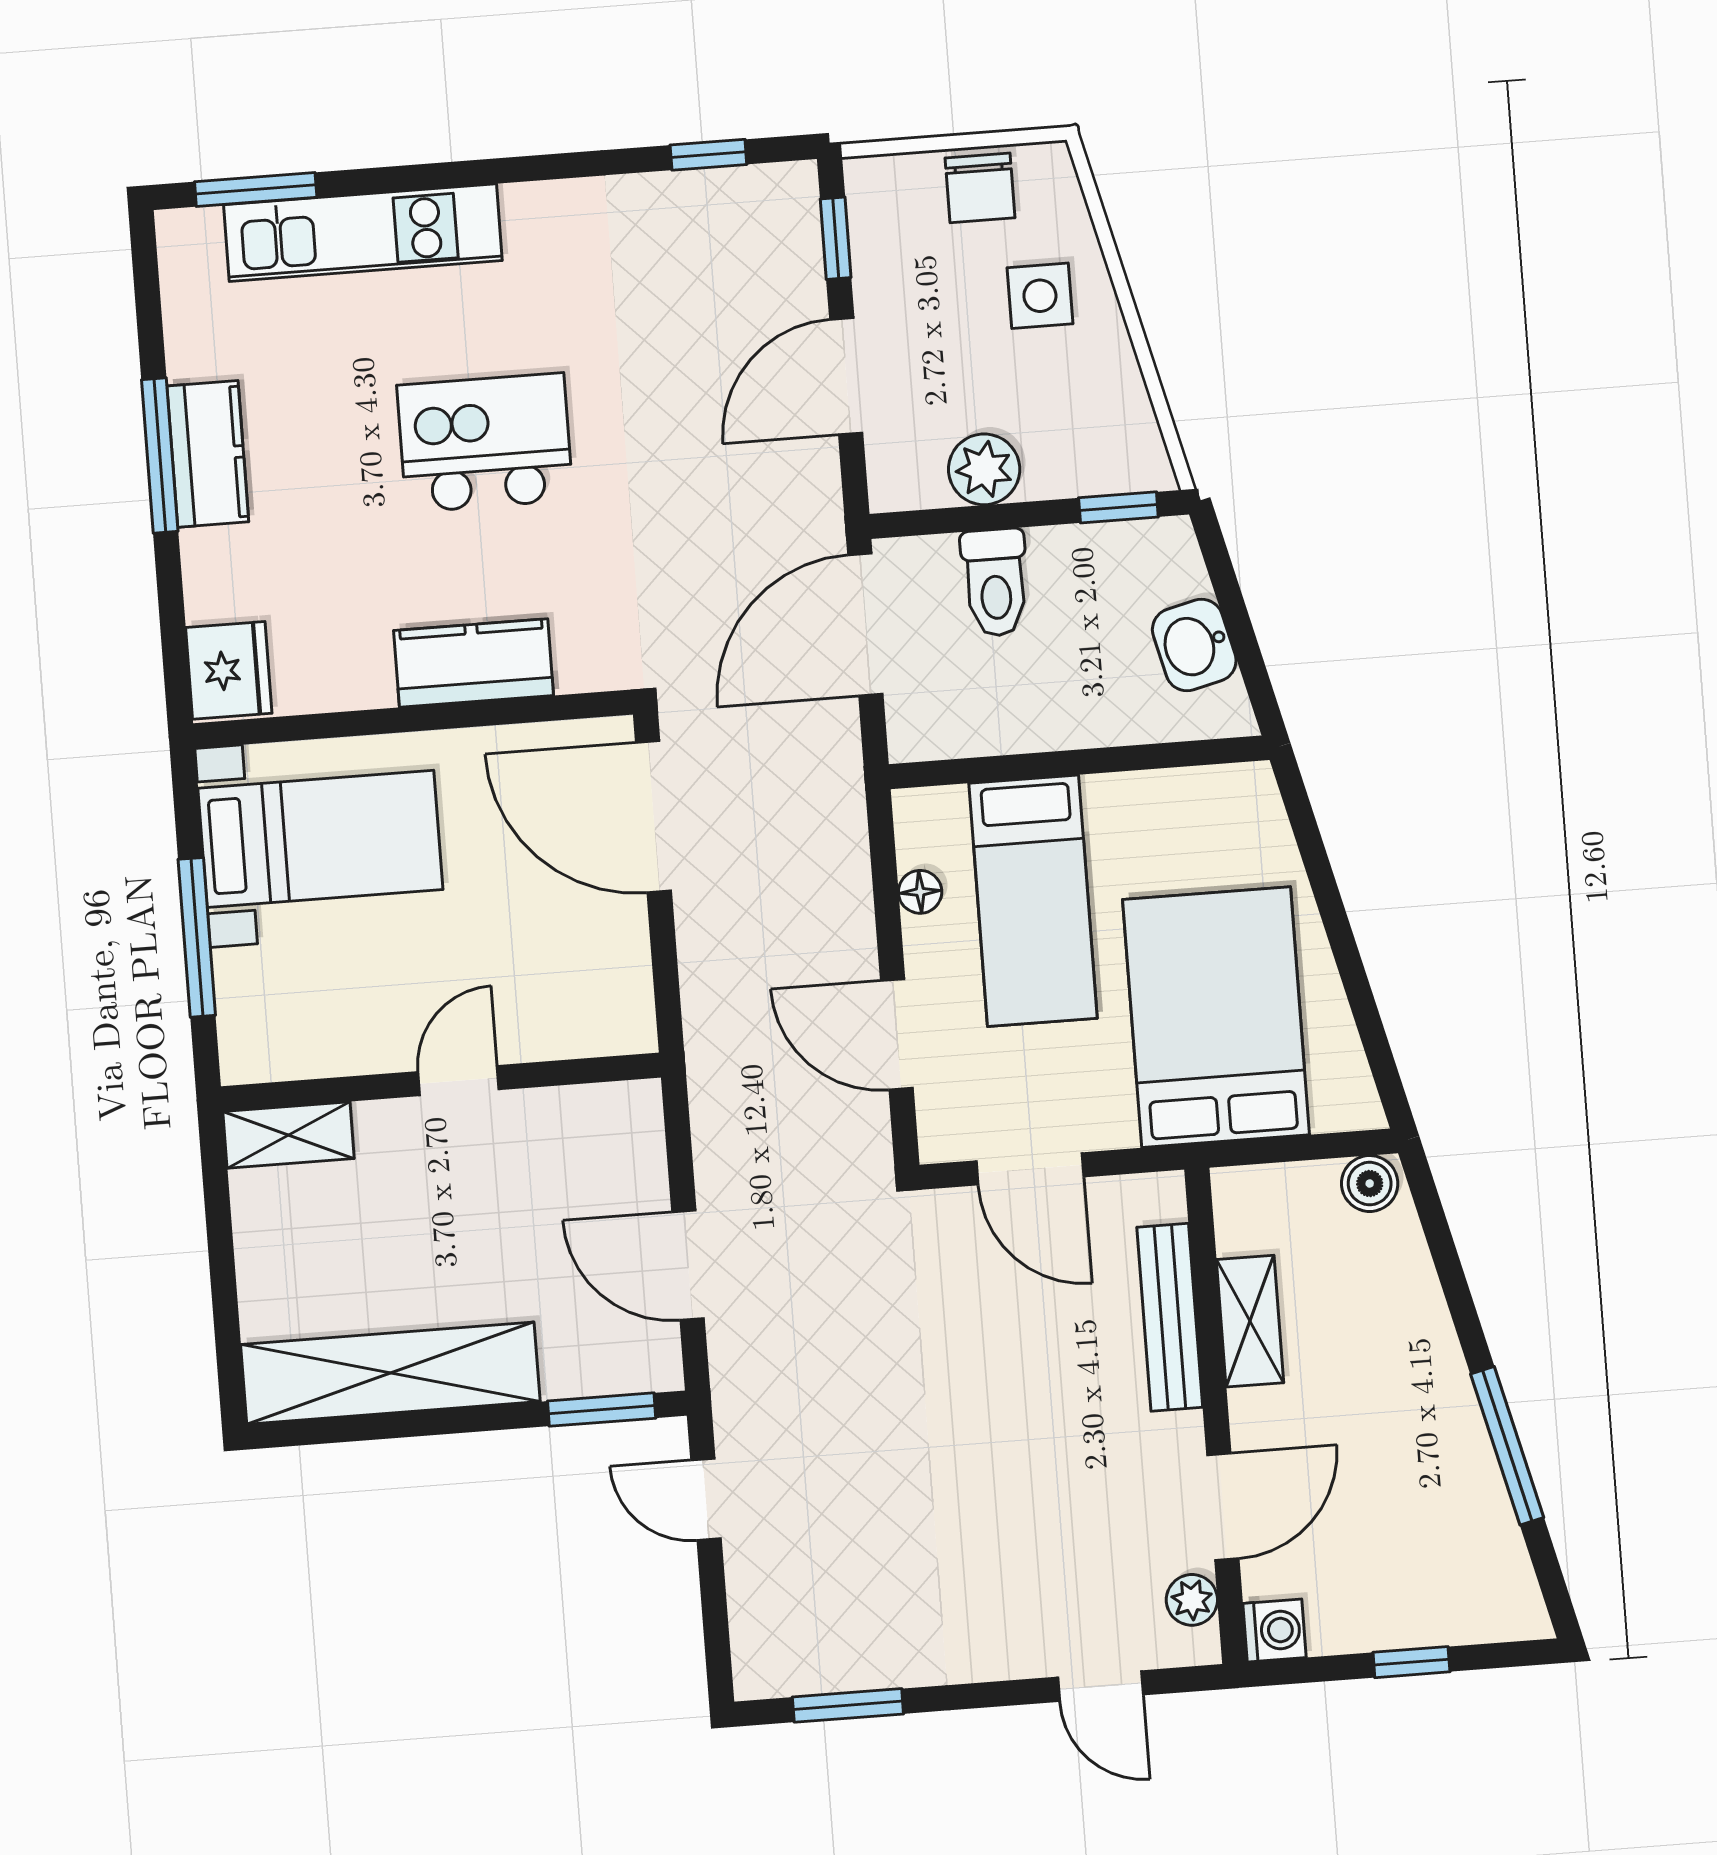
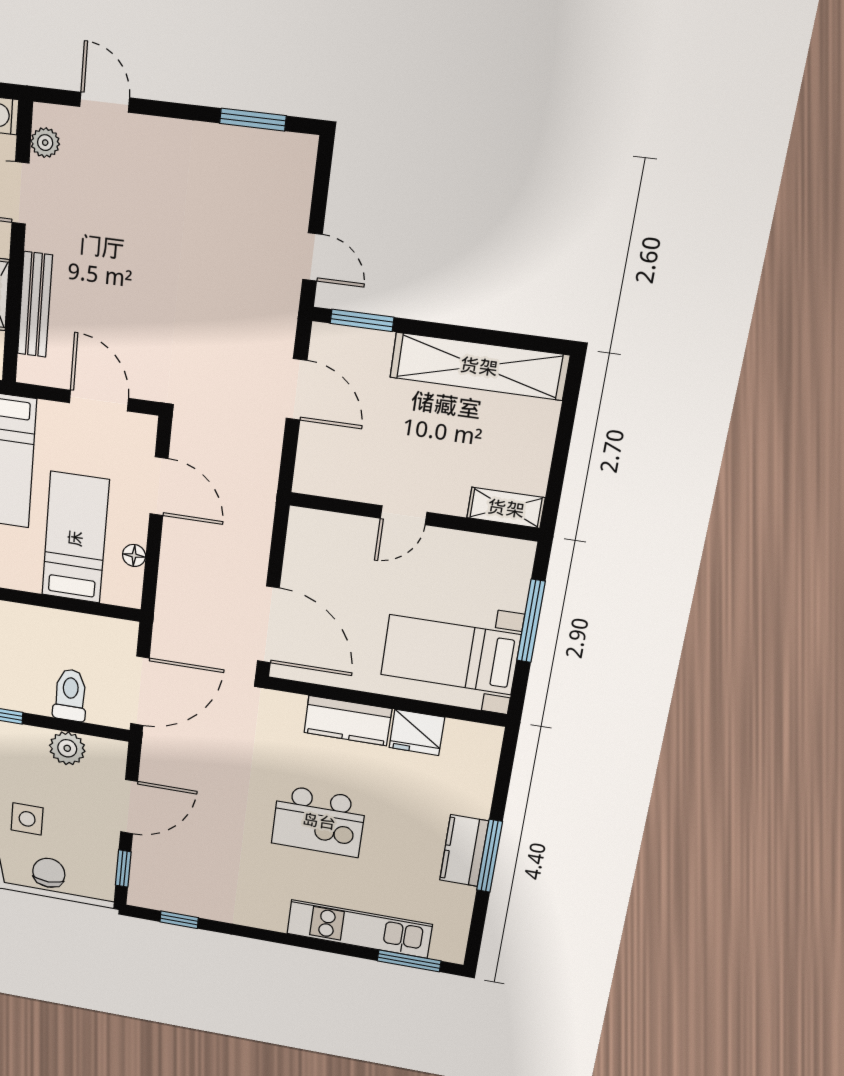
fridge: (229, 670) -> (417, 732), moved, turned -90

